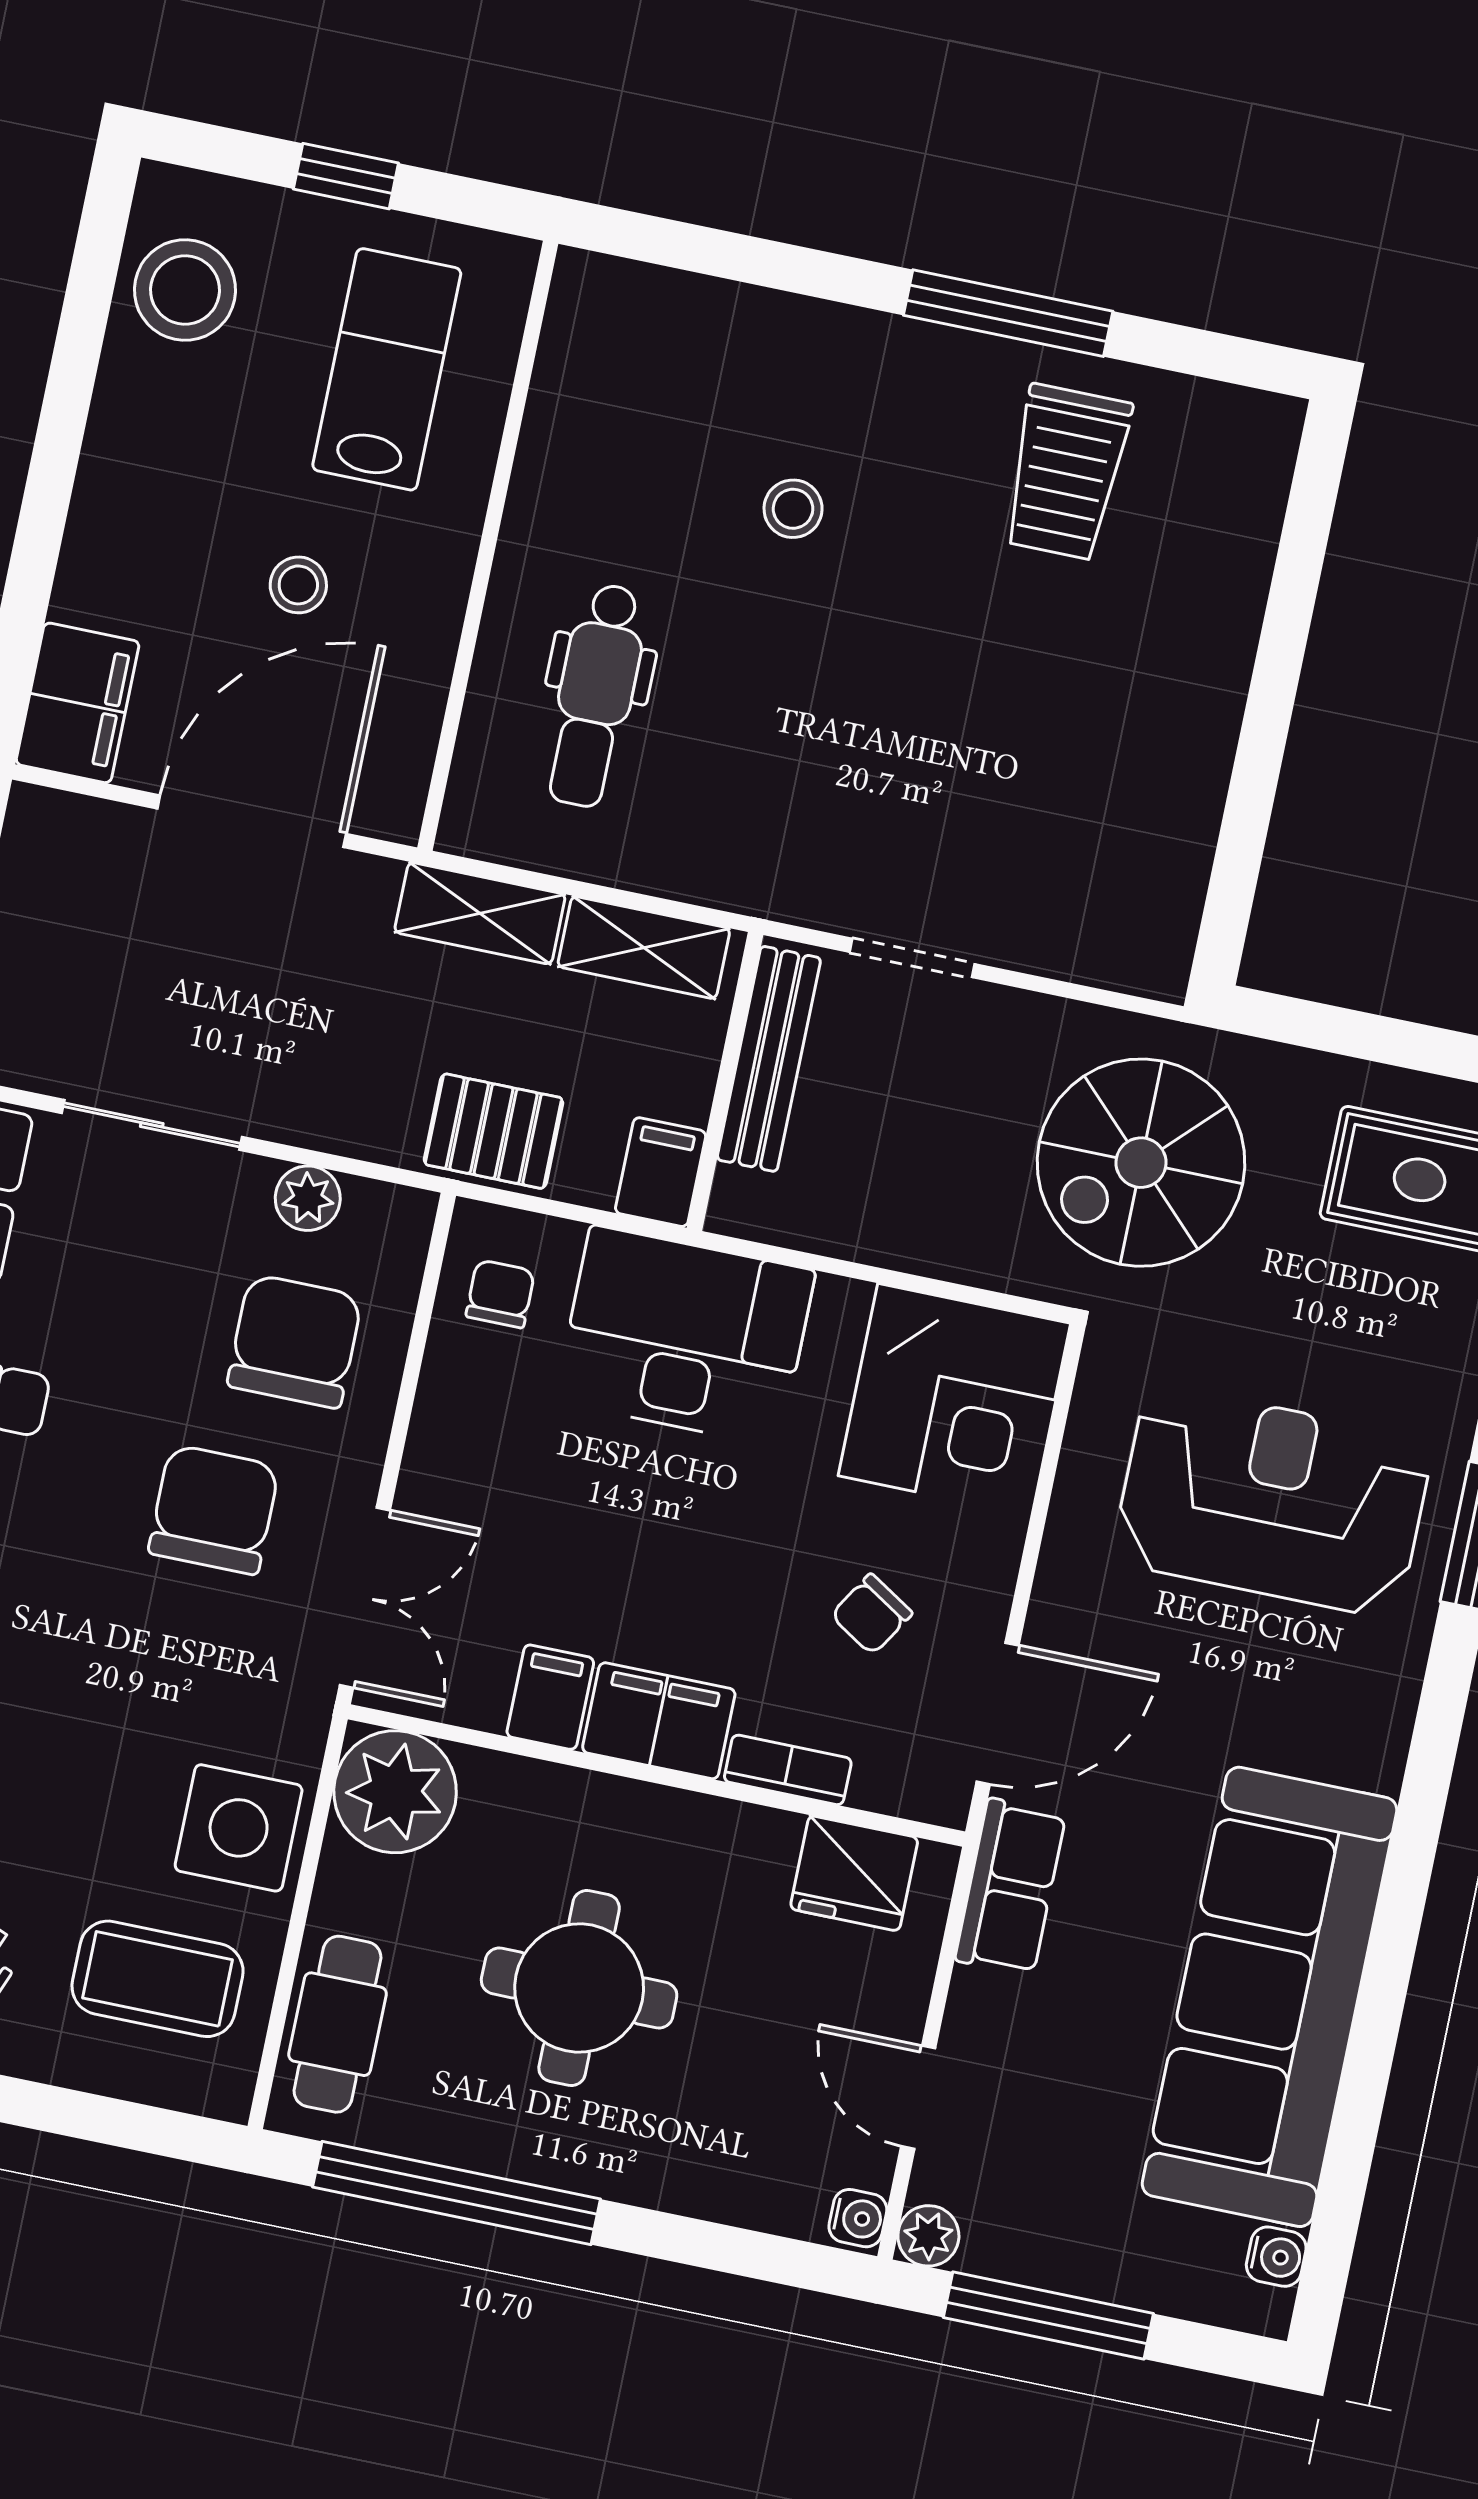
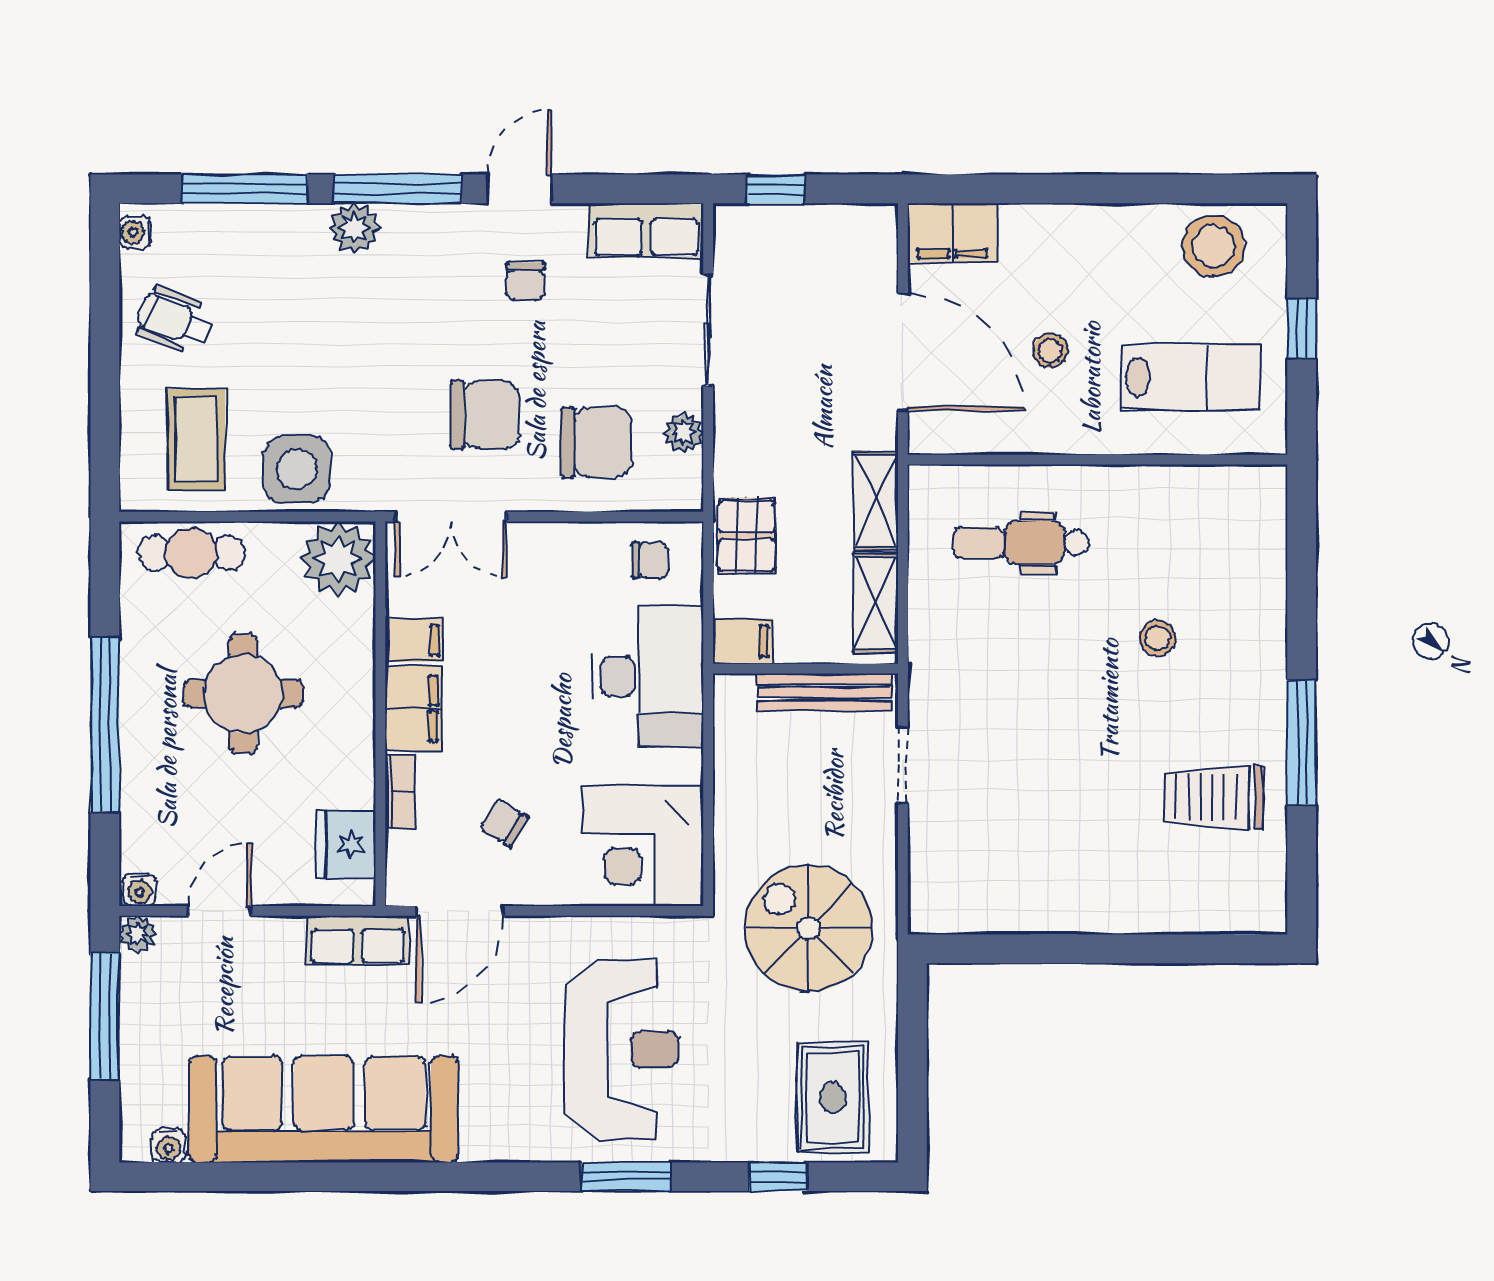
door: (998, 1713) -> (460, 911), hinge flipped
window: (456, 2193) -> (105, 725), moved

